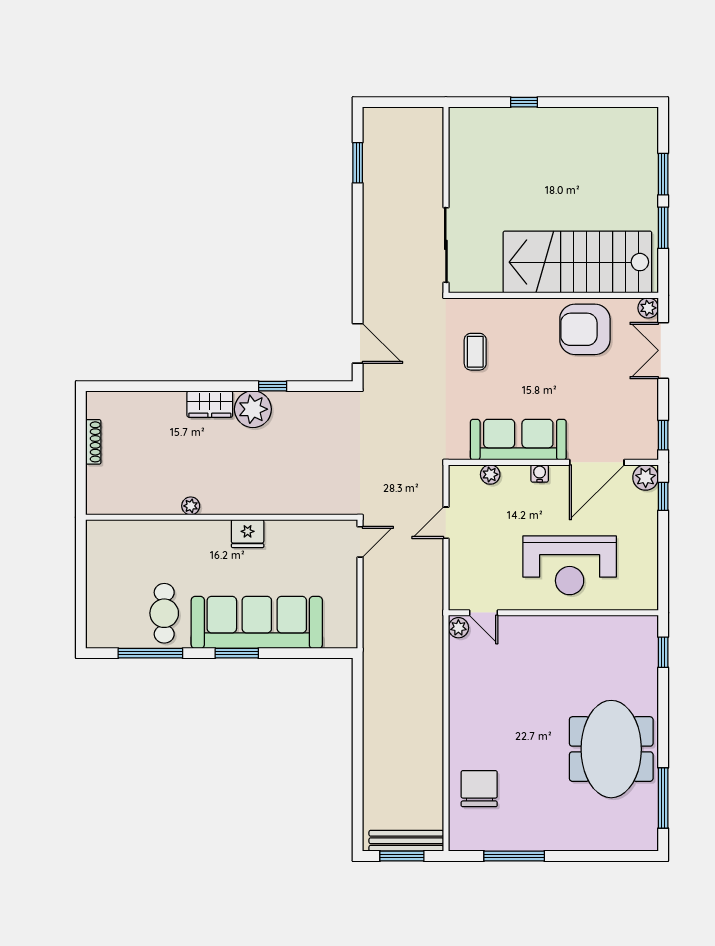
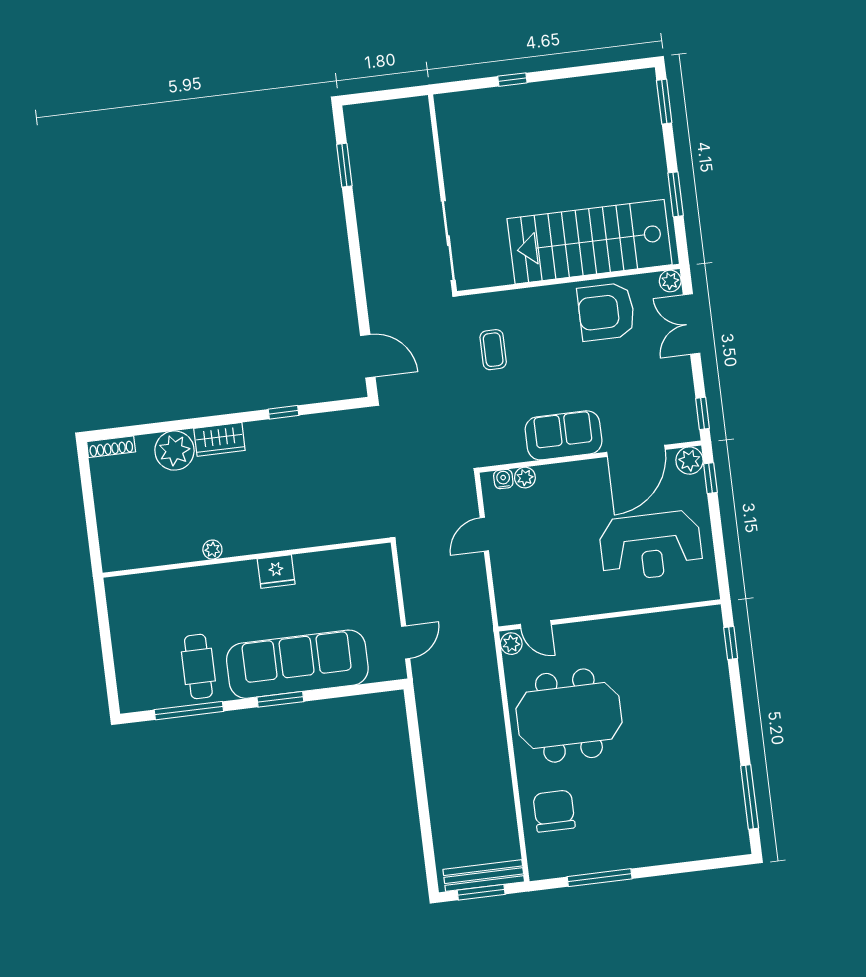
window: (663, 174) -> (664, 102), moved
plant: (253, 409) -> (174, 451), moved
sofa: (518, 440) -> (564, 435), width x0.73
shoe rack: (93, 442) -> (111, 447), moved, turned 90
water cooler: (540, 473) -> (503, 479), moved
door: (360, 542) -> (406, 642), moved
reception desk: (570, 565) -> (651, 546), moved
meeting table: (611, 749) -> (569, 716), moved, turned 90

